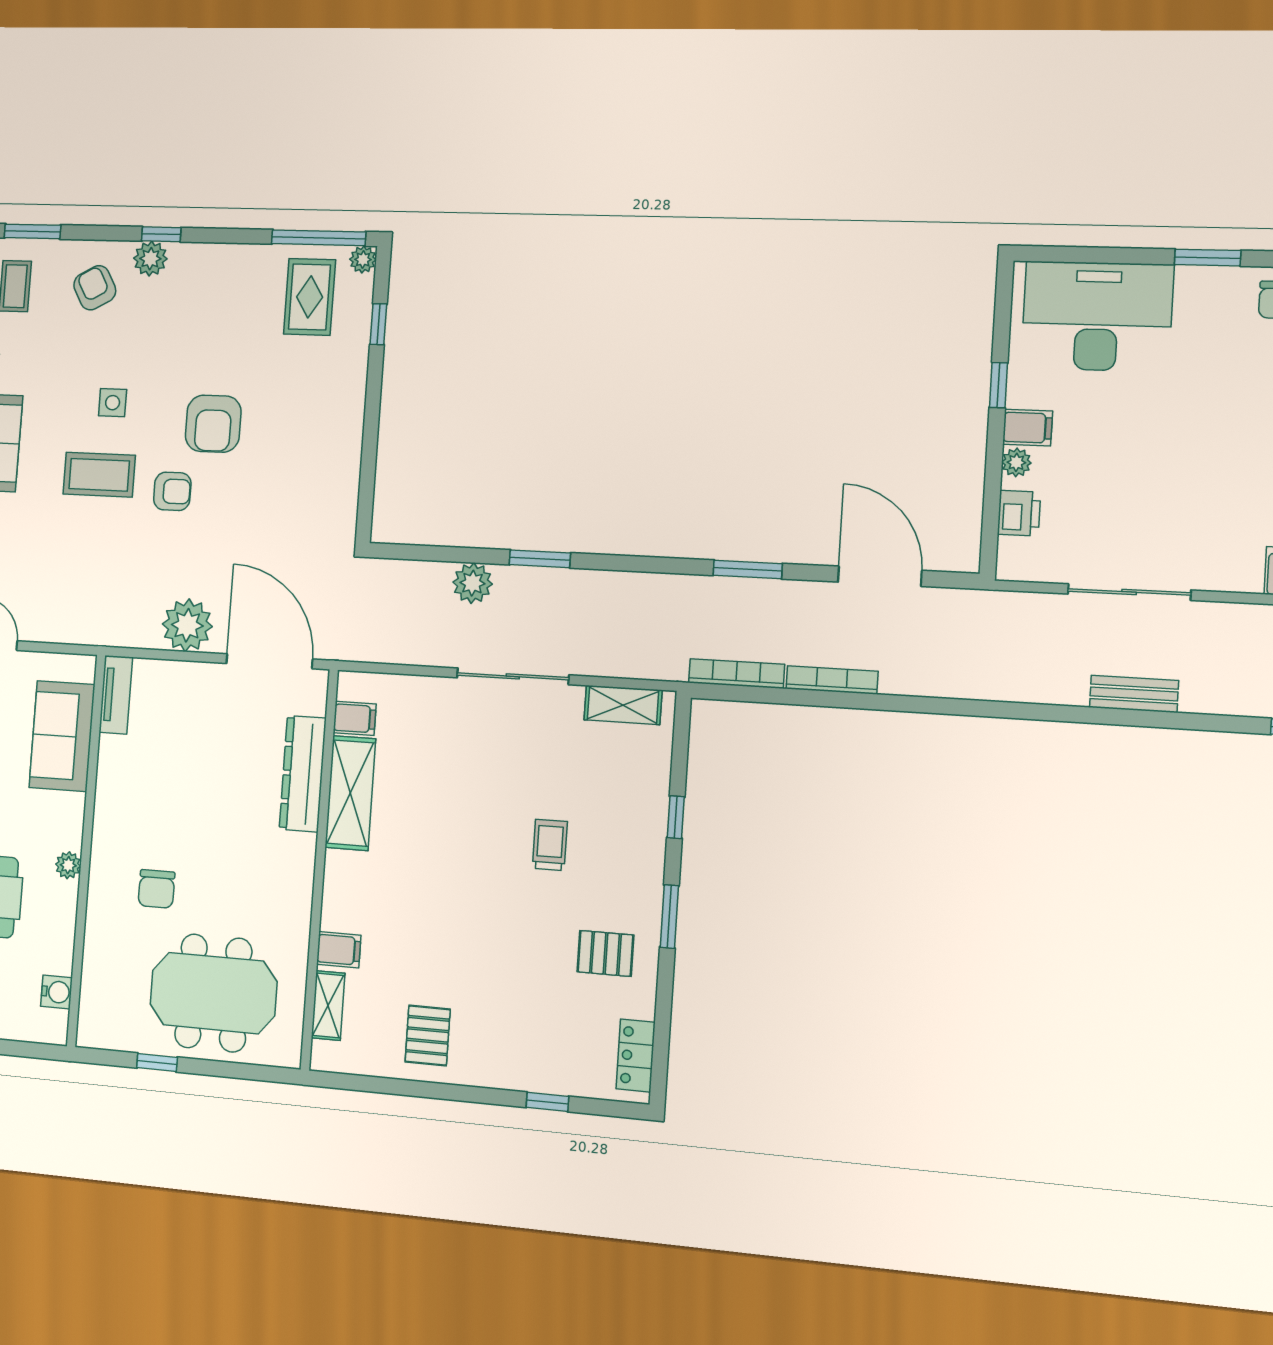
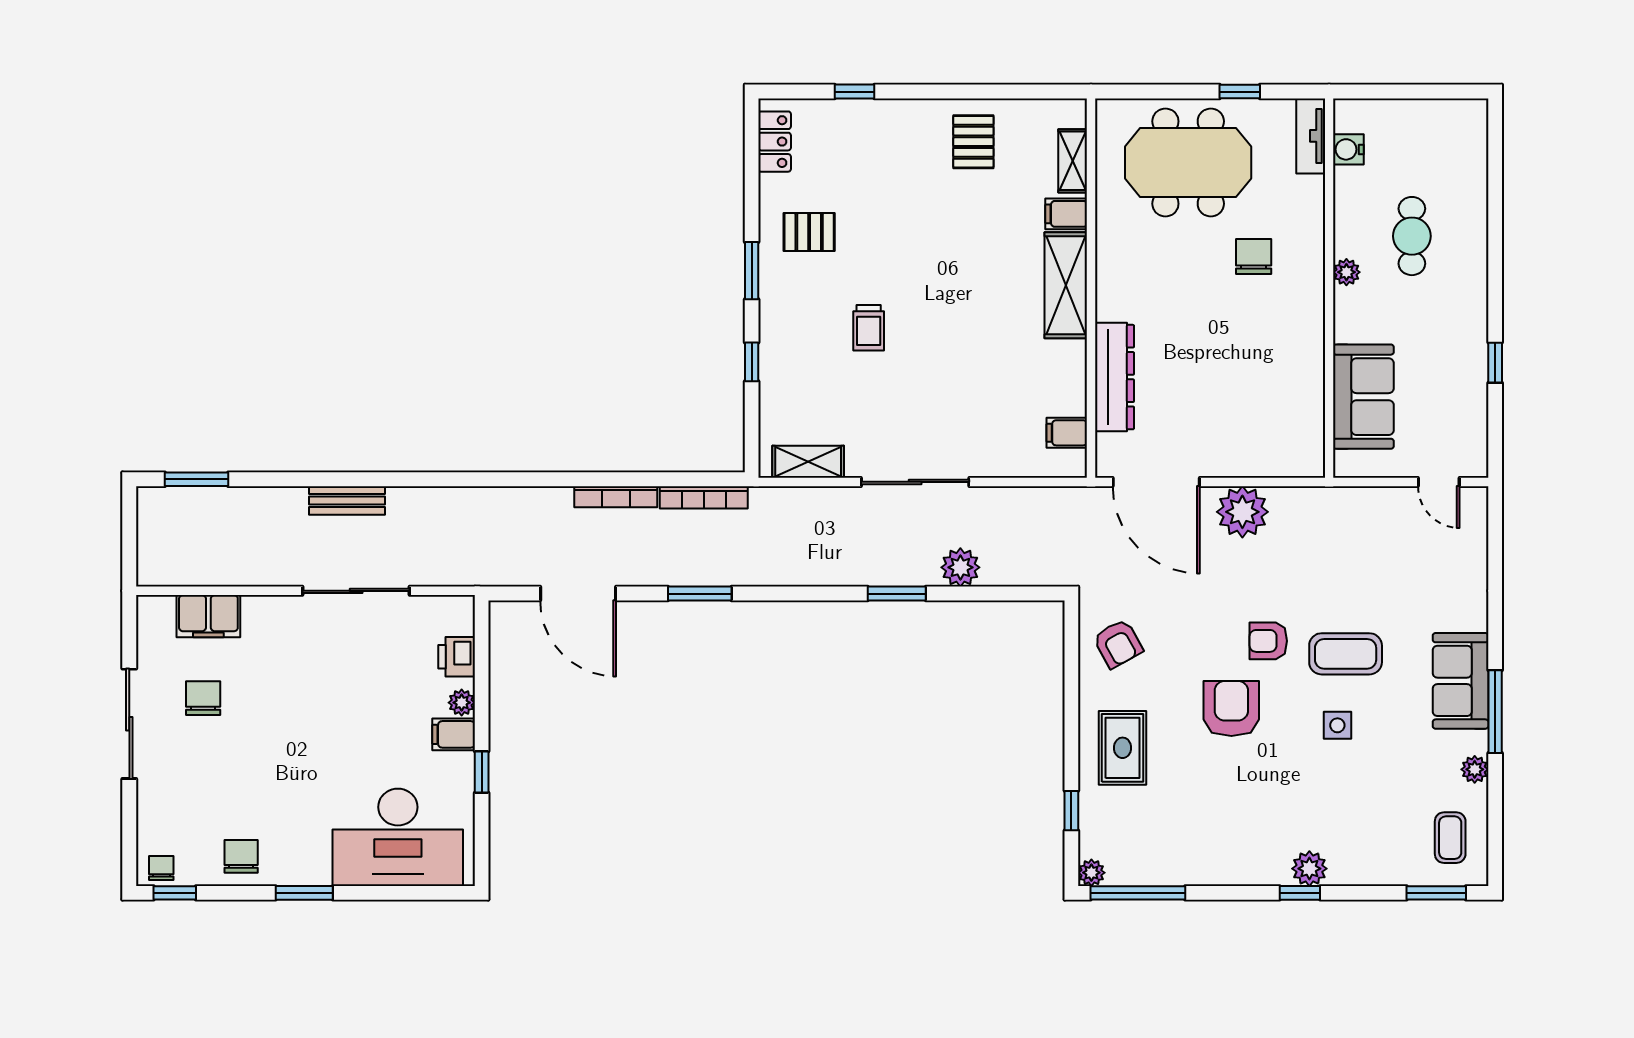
armchair: (95, 288) -> (1118, 644), moved
rug: (310, 297) -> (1123, 748), moved
tv unit: (116, 695) -> (1311, 136), moved
shelving: (350, 793) -> (1066, 285), moved

